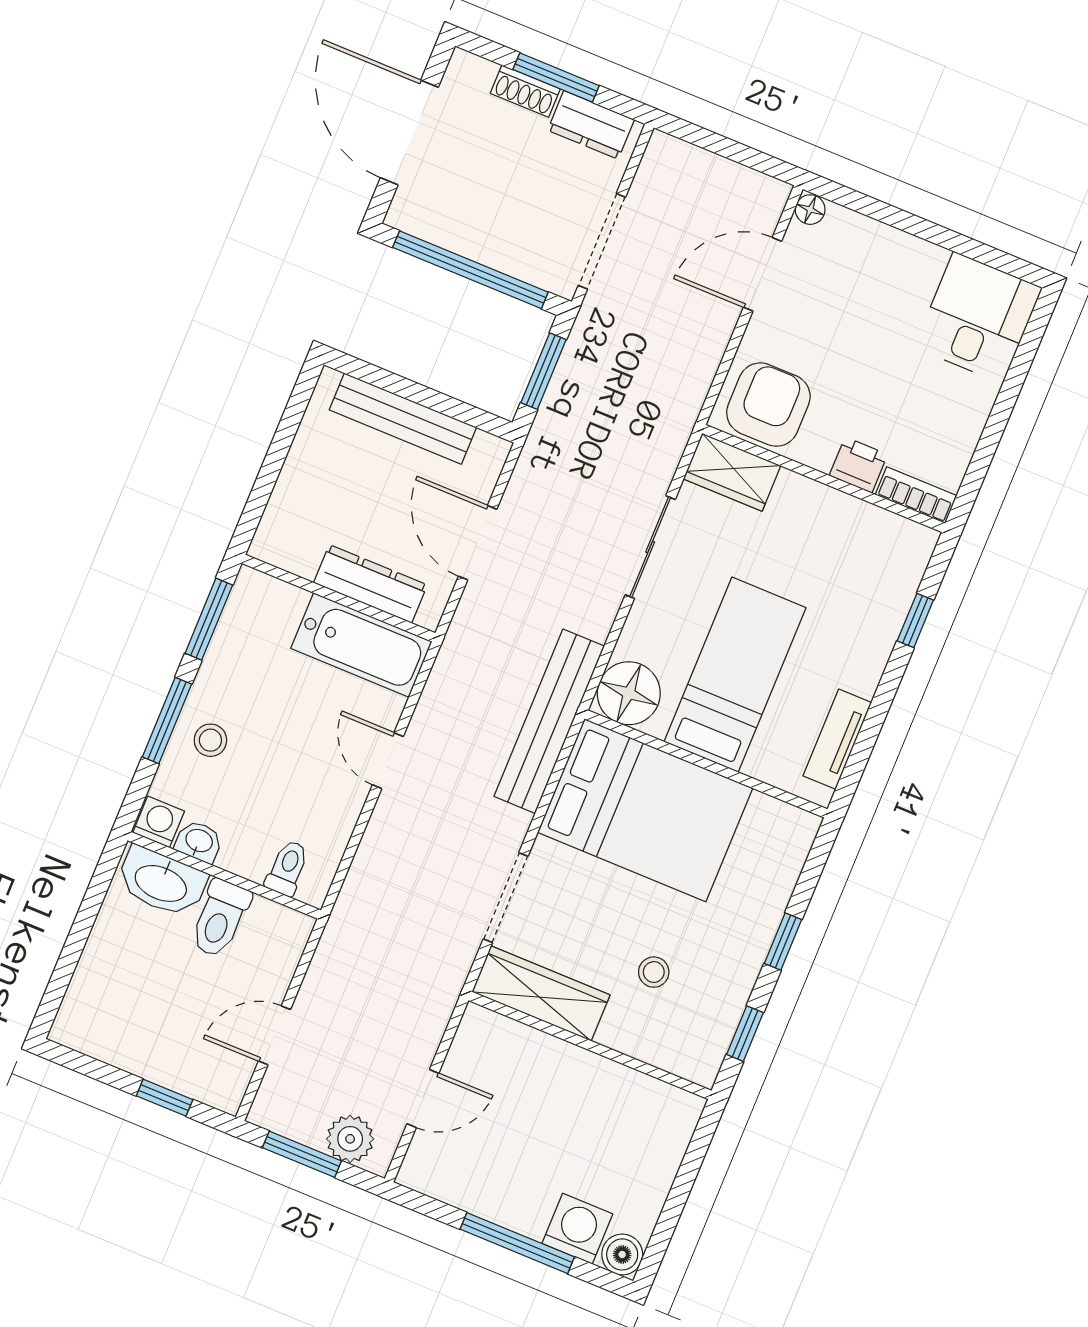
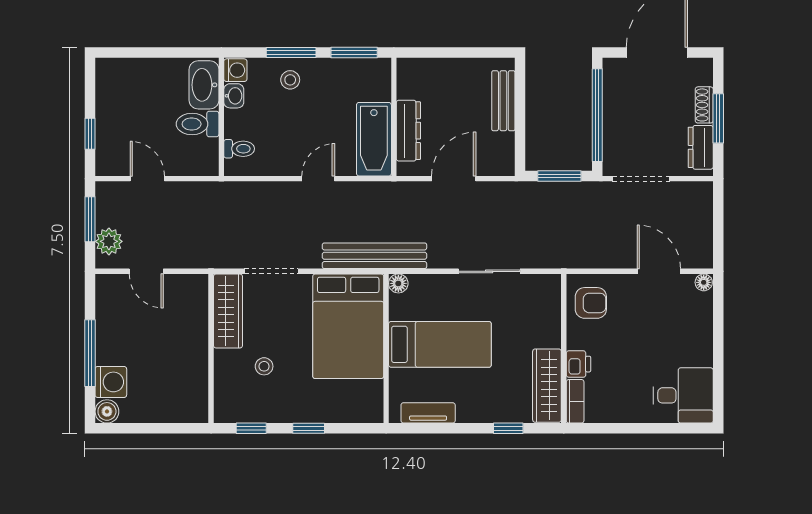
armchair: (768, 405) -> (591, 303), width x0.72, depth x0.72
bench: (403, 419) -> (503, 101), width x0.73
wardrobe: (732, 472) -> (547, 386), moved, width x1.50
floor lamp: (629, 693) -> (398, 283), width x0.53, depth x0.53

